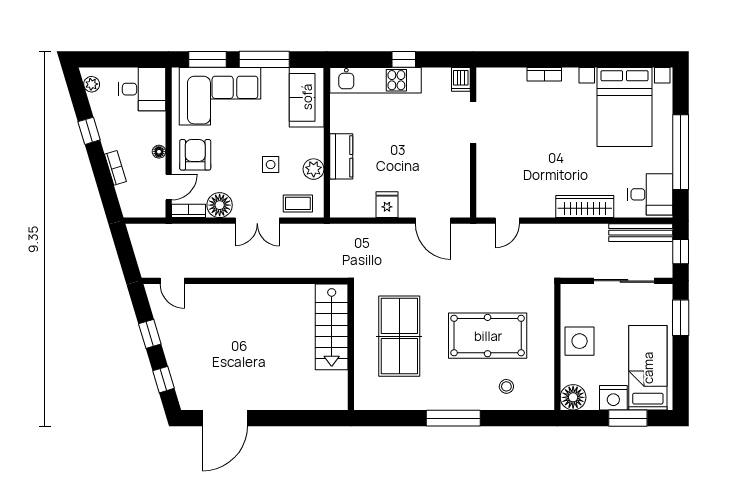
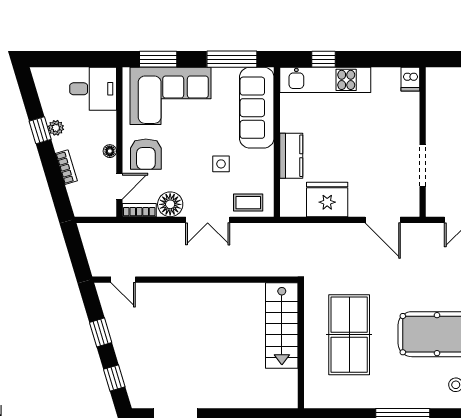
window: (264, 59) -> (232, 59), moved
window: (404, 59) -> (324, 59), moved
plant: (92, 84) -> (56, 128), moved
sofa: (307, 97) -> (257, 108), width x1.36
doorway: (473, 123) -> (423, 166), moved
armchair: (195, 155) -> (146, 154), turned 180
plant: (314, 169) -> (264, 168), removed
fridge: (387, 205) -> (327, 199), width x1.88, depth x1.34

